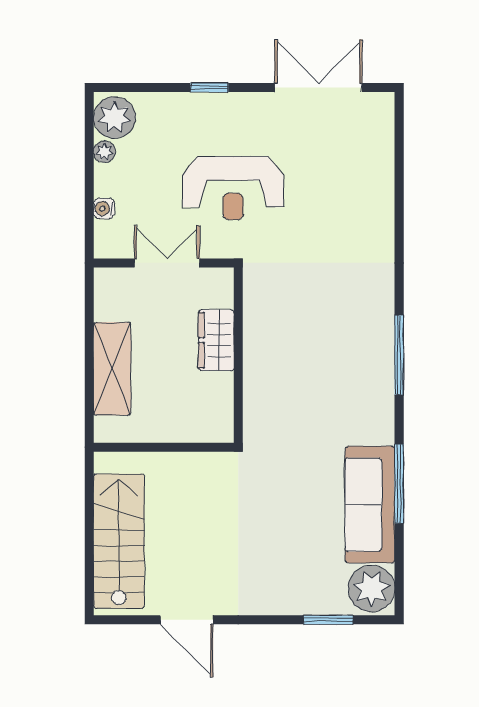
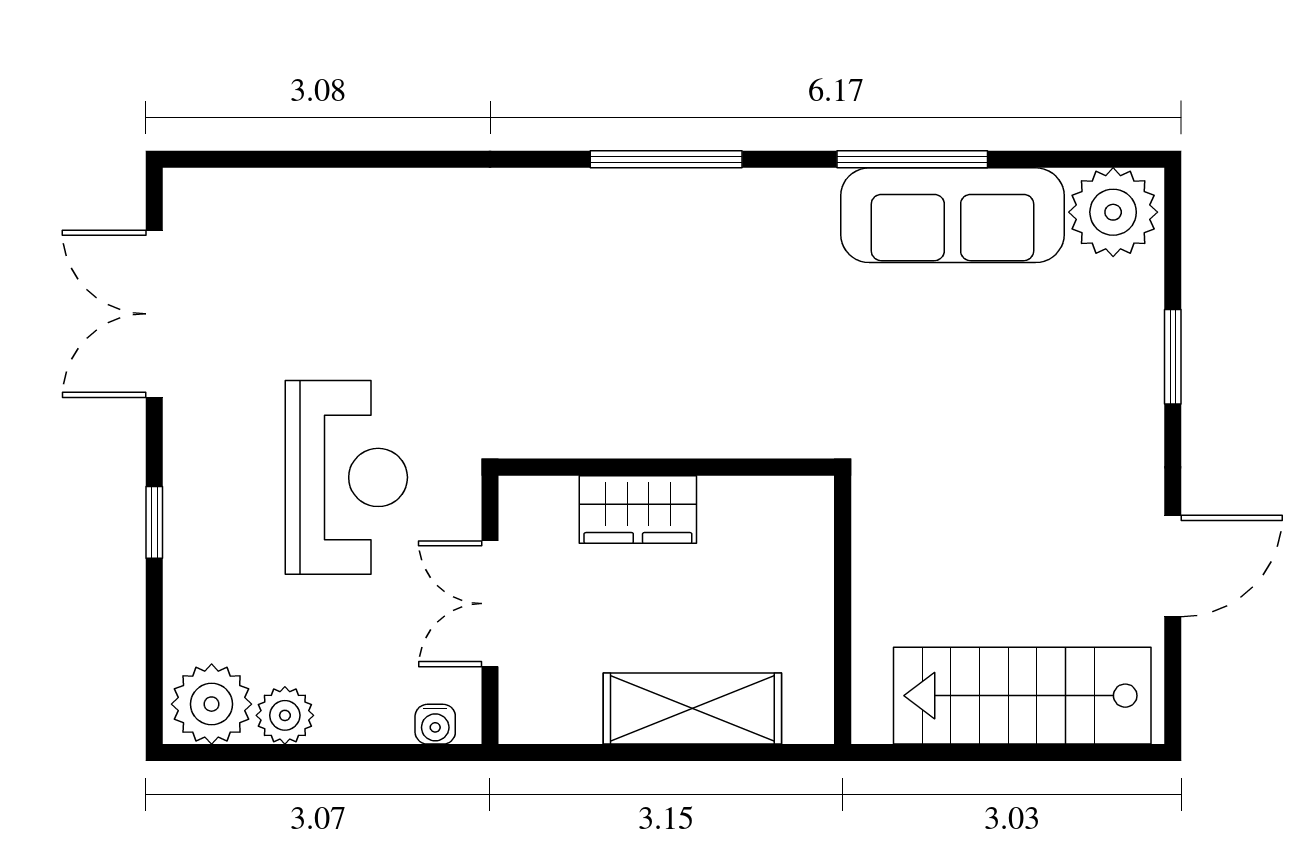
plant: (104, 152) -> (285, 715), width x1.38, depth x1.38
water cooler: (104, 209) -> (435, 724), moved
window: (328, 620) -> (1173, 357), moved

